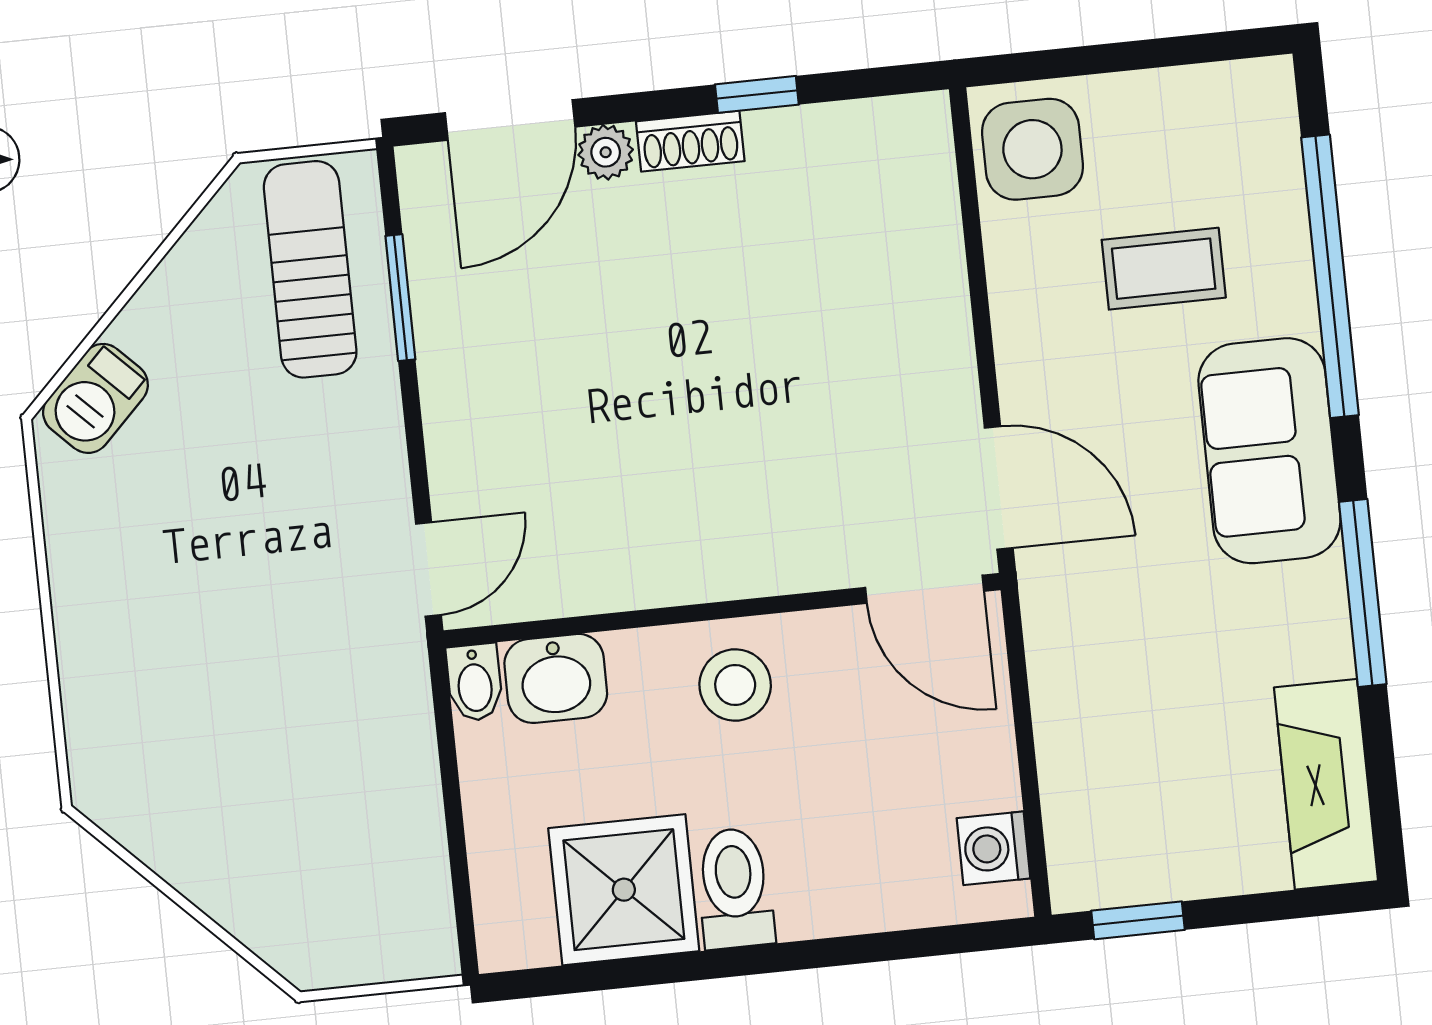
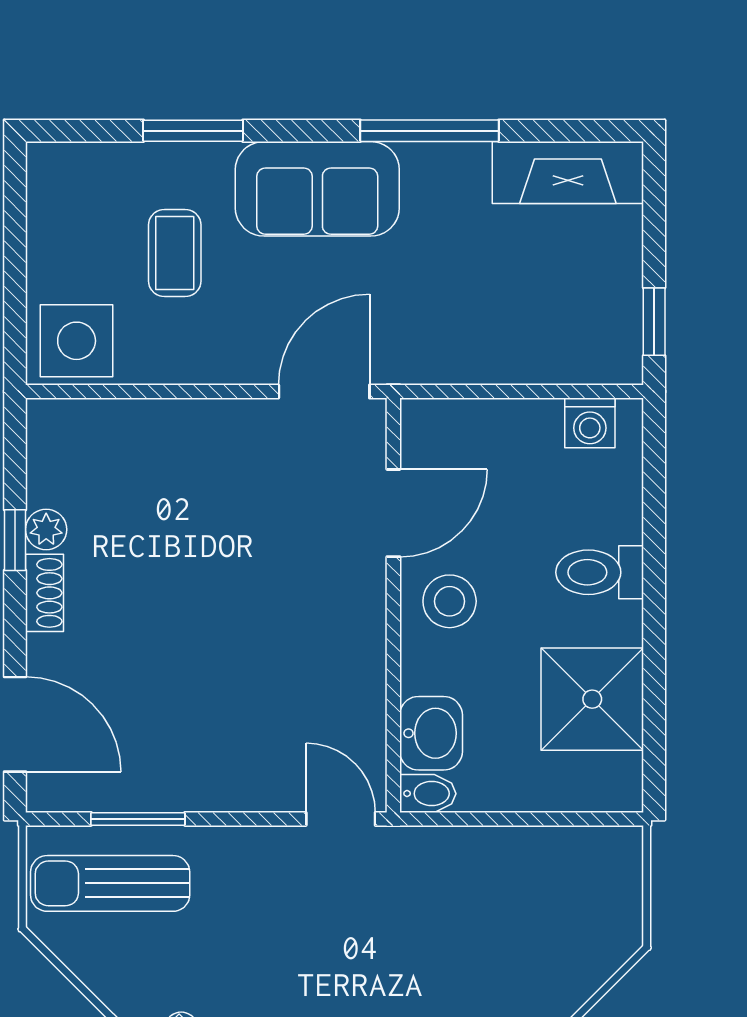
plant: (606, 152) -> (46, 530), moved
window: (1330, 276) -> (193, 131), width x0.47
door: (925, 589) -> (393, 513), moved
toilet: (735, 888) -> (600, 572), moved

